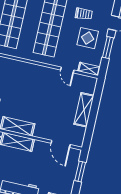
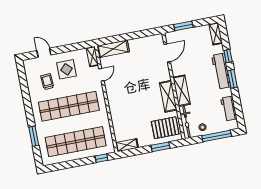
window: (108, 48) -> (67, 48), removed
shelving: (84, 110) -> (113, 49), moved

